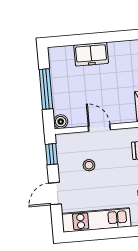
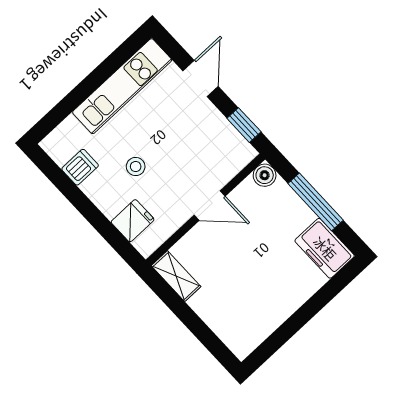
freezer: (91, 54) -> (325, 248), moved, turned -90
stool: (89, 165) -> (136, 167), moved

